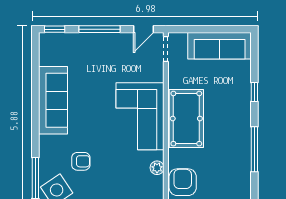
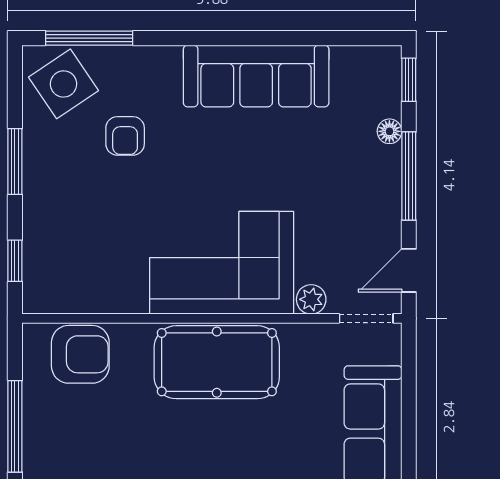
door: (144, 29) -> (409, 270), hinge flipped
floor lamp: (79, 38) -> (389, 131), added
plant: (157, 168) -> (311, 299), moved

